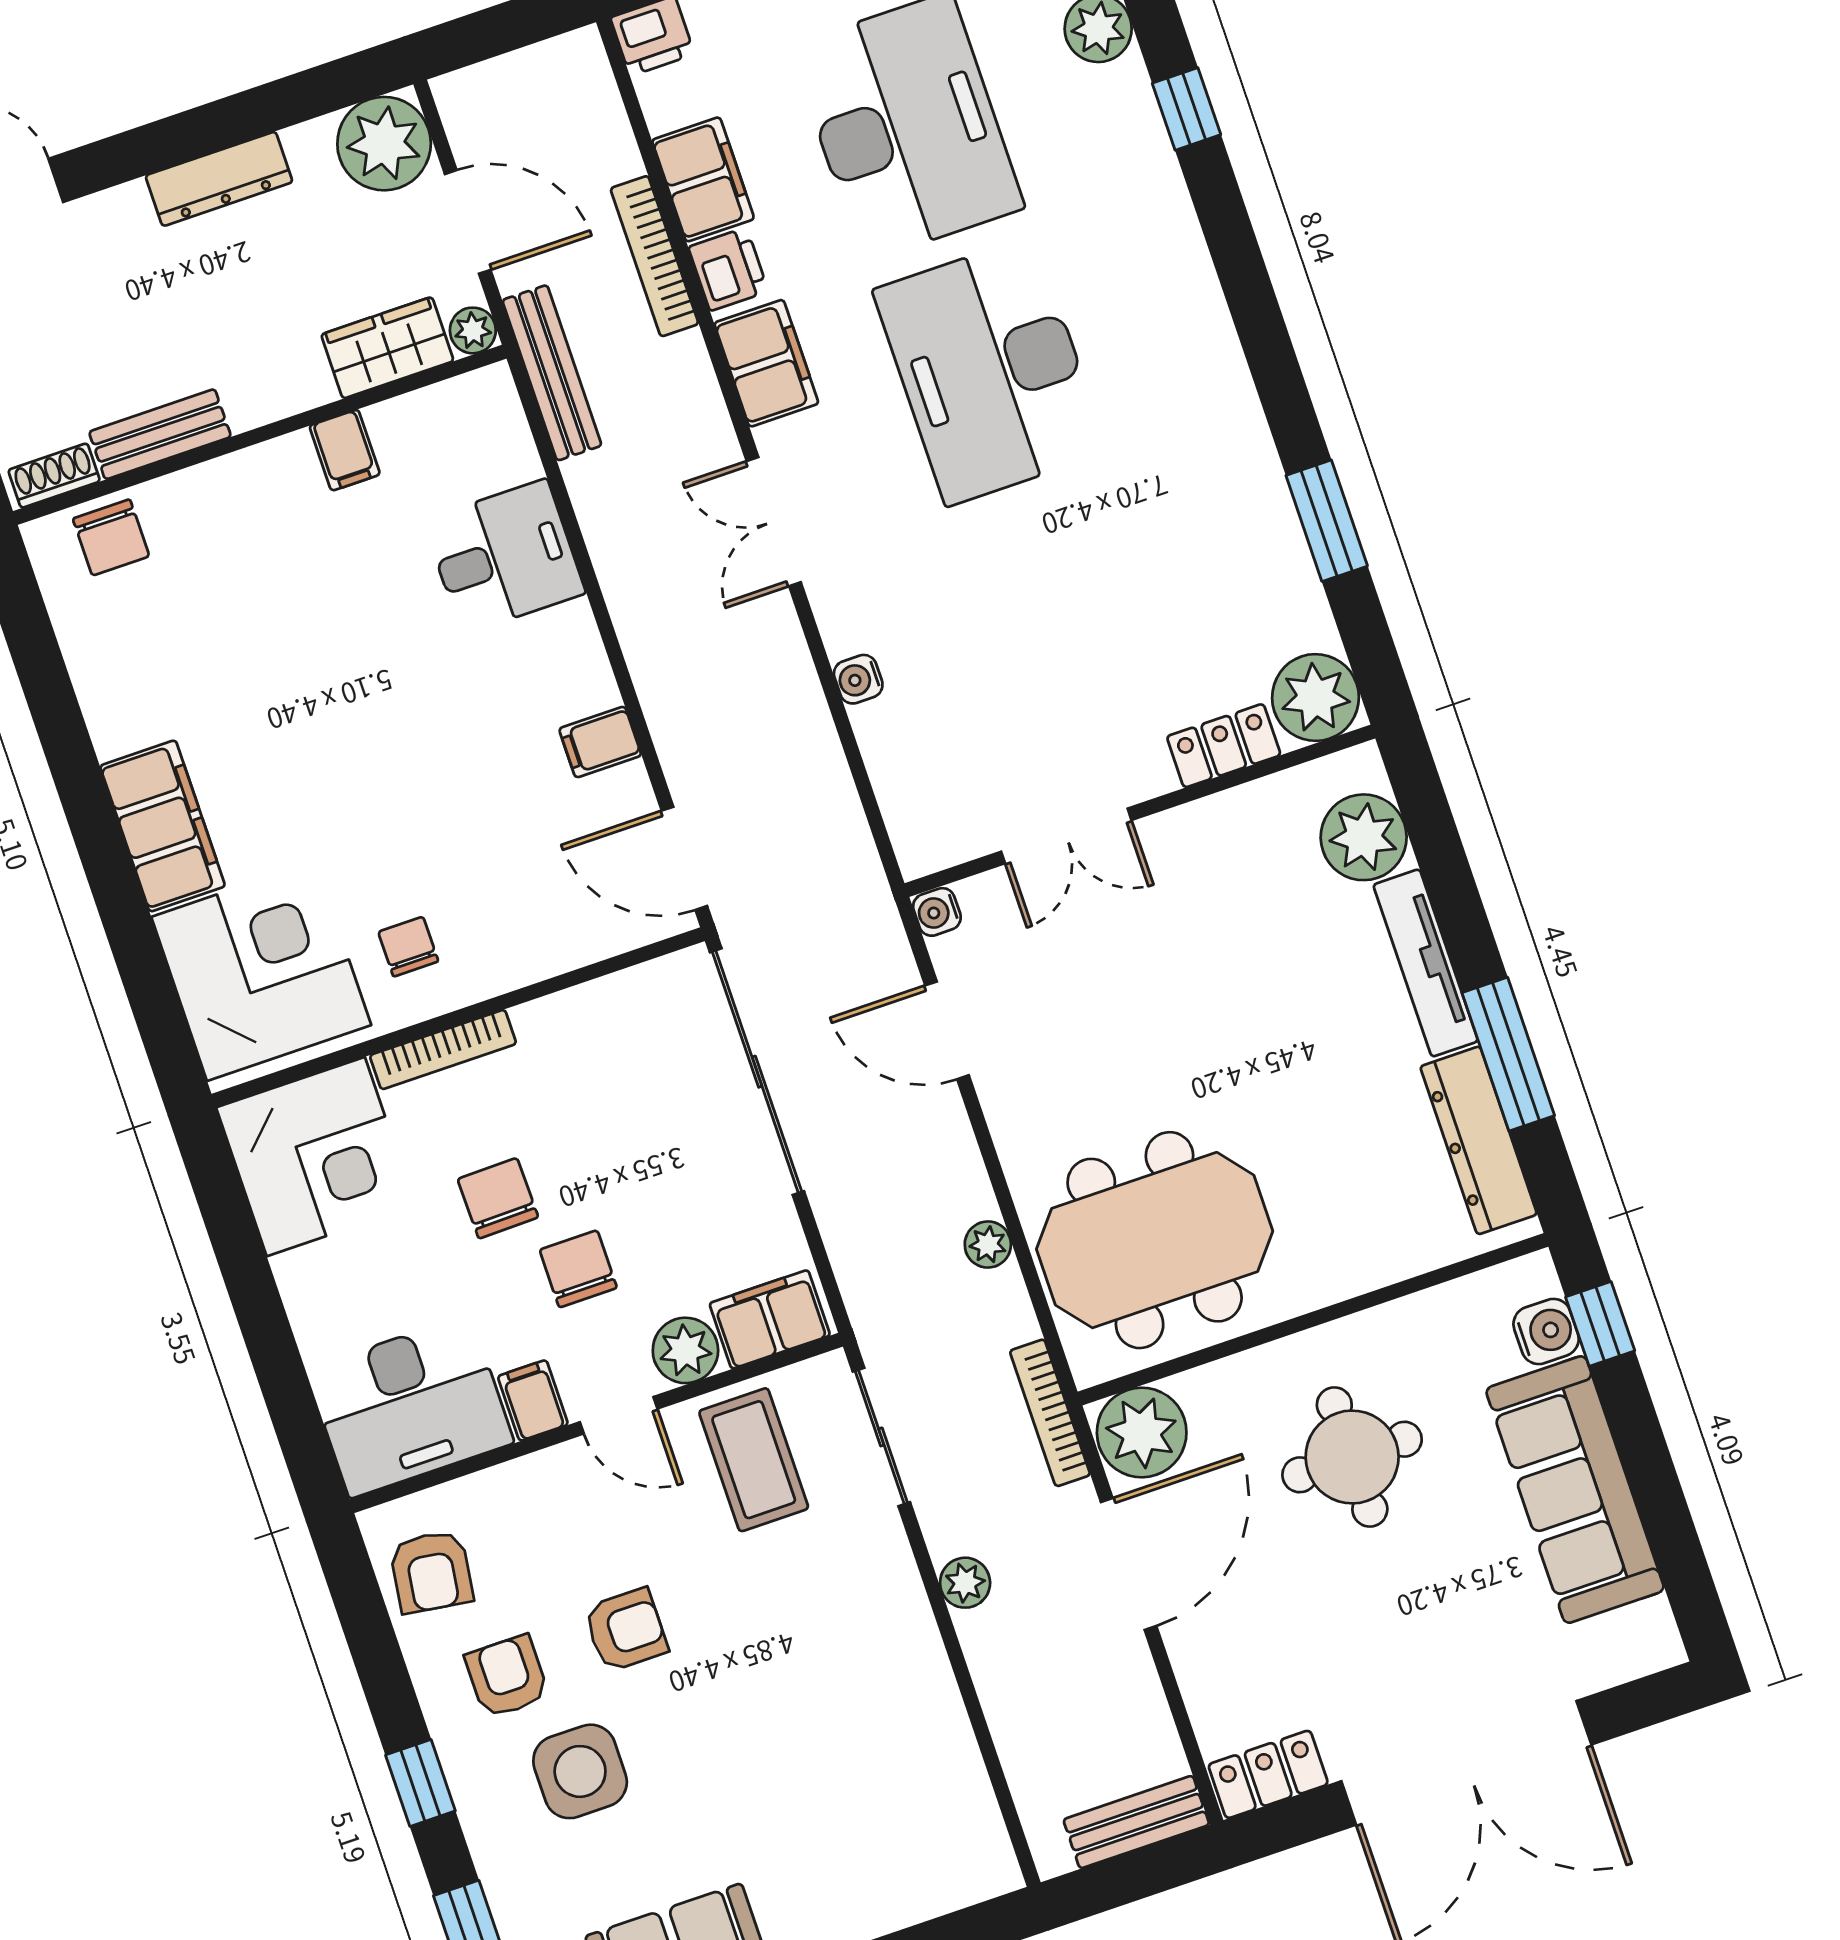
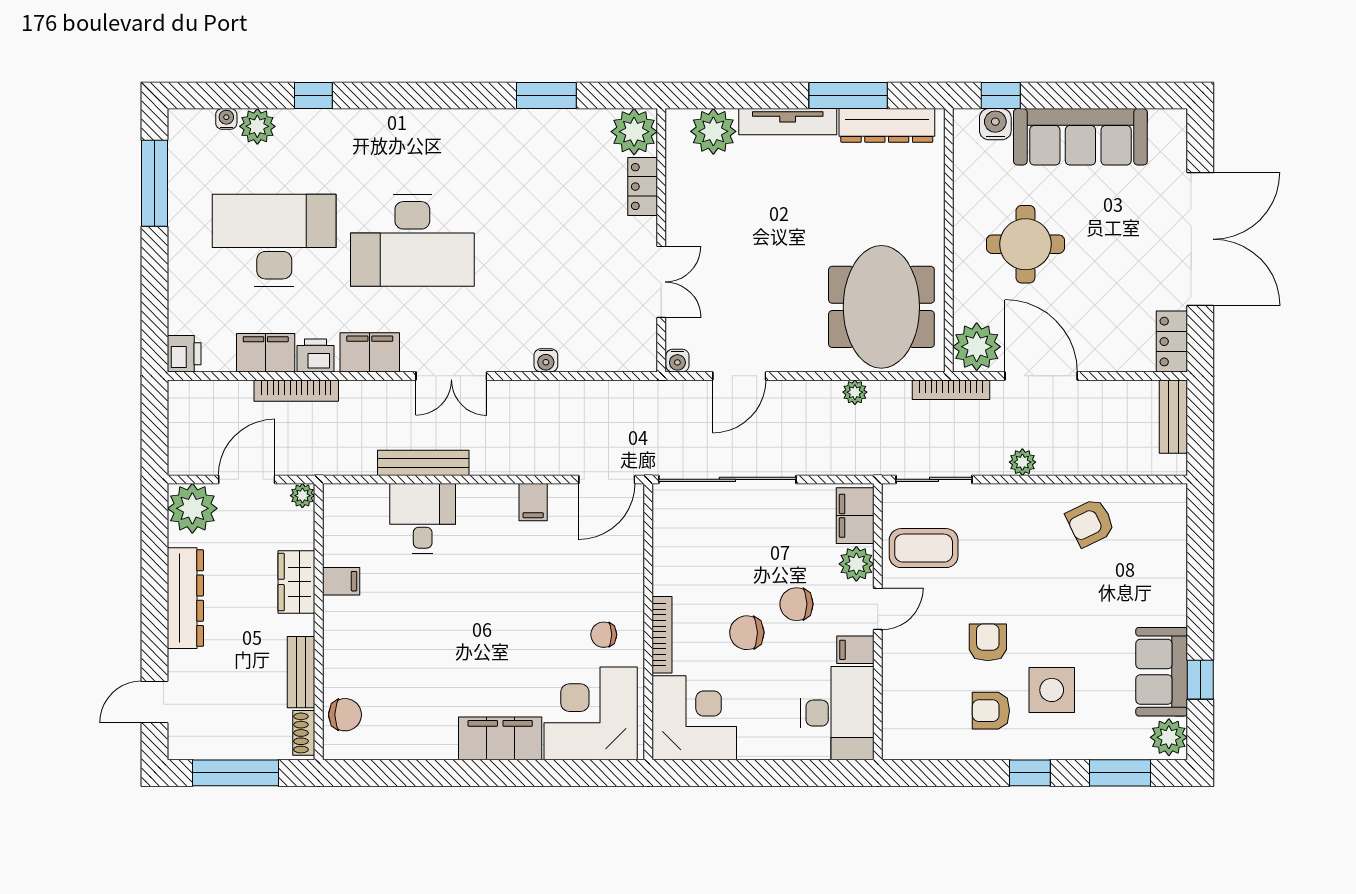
dresser: (219, 179) -> (185, 598), width x1.37, depth x1.24
wardrobe: (387, 348) -> (296, 582), moved
bench: (552, 373) -> (423, 463), moved
armchair: (431, 1572) -> (1090, 523), moved, turned 146

